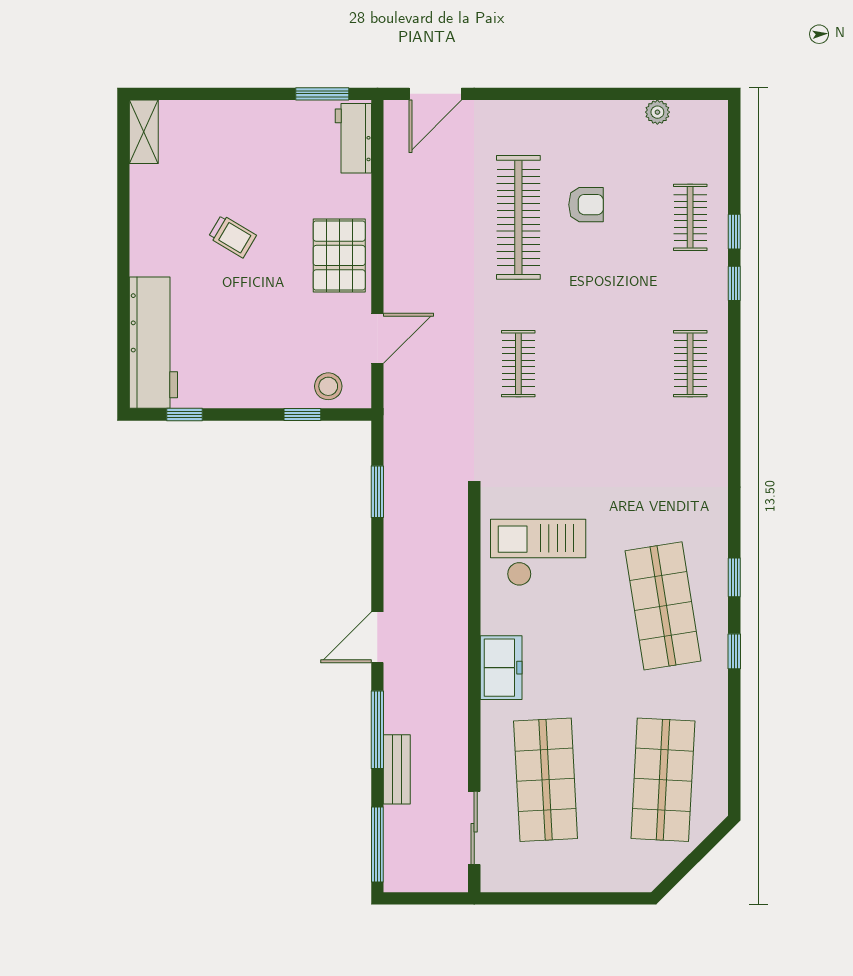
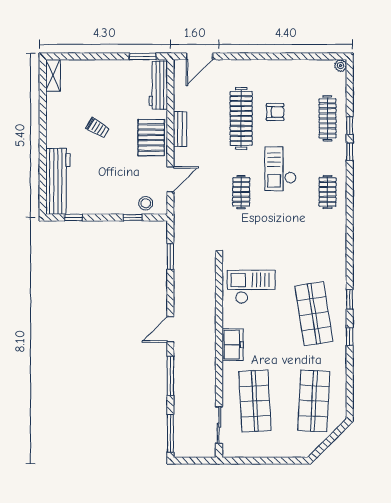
plant: (657, 112) -> (341, 66), moved
workbench: (353, 138) -> (158, 85), width x1.38
clothes rail: (690, 217) -> (327, 118), width x1.36
checkout: (596, 318) -> (280, 169), added
bench: (397, 769) -> (180, 129), moved

